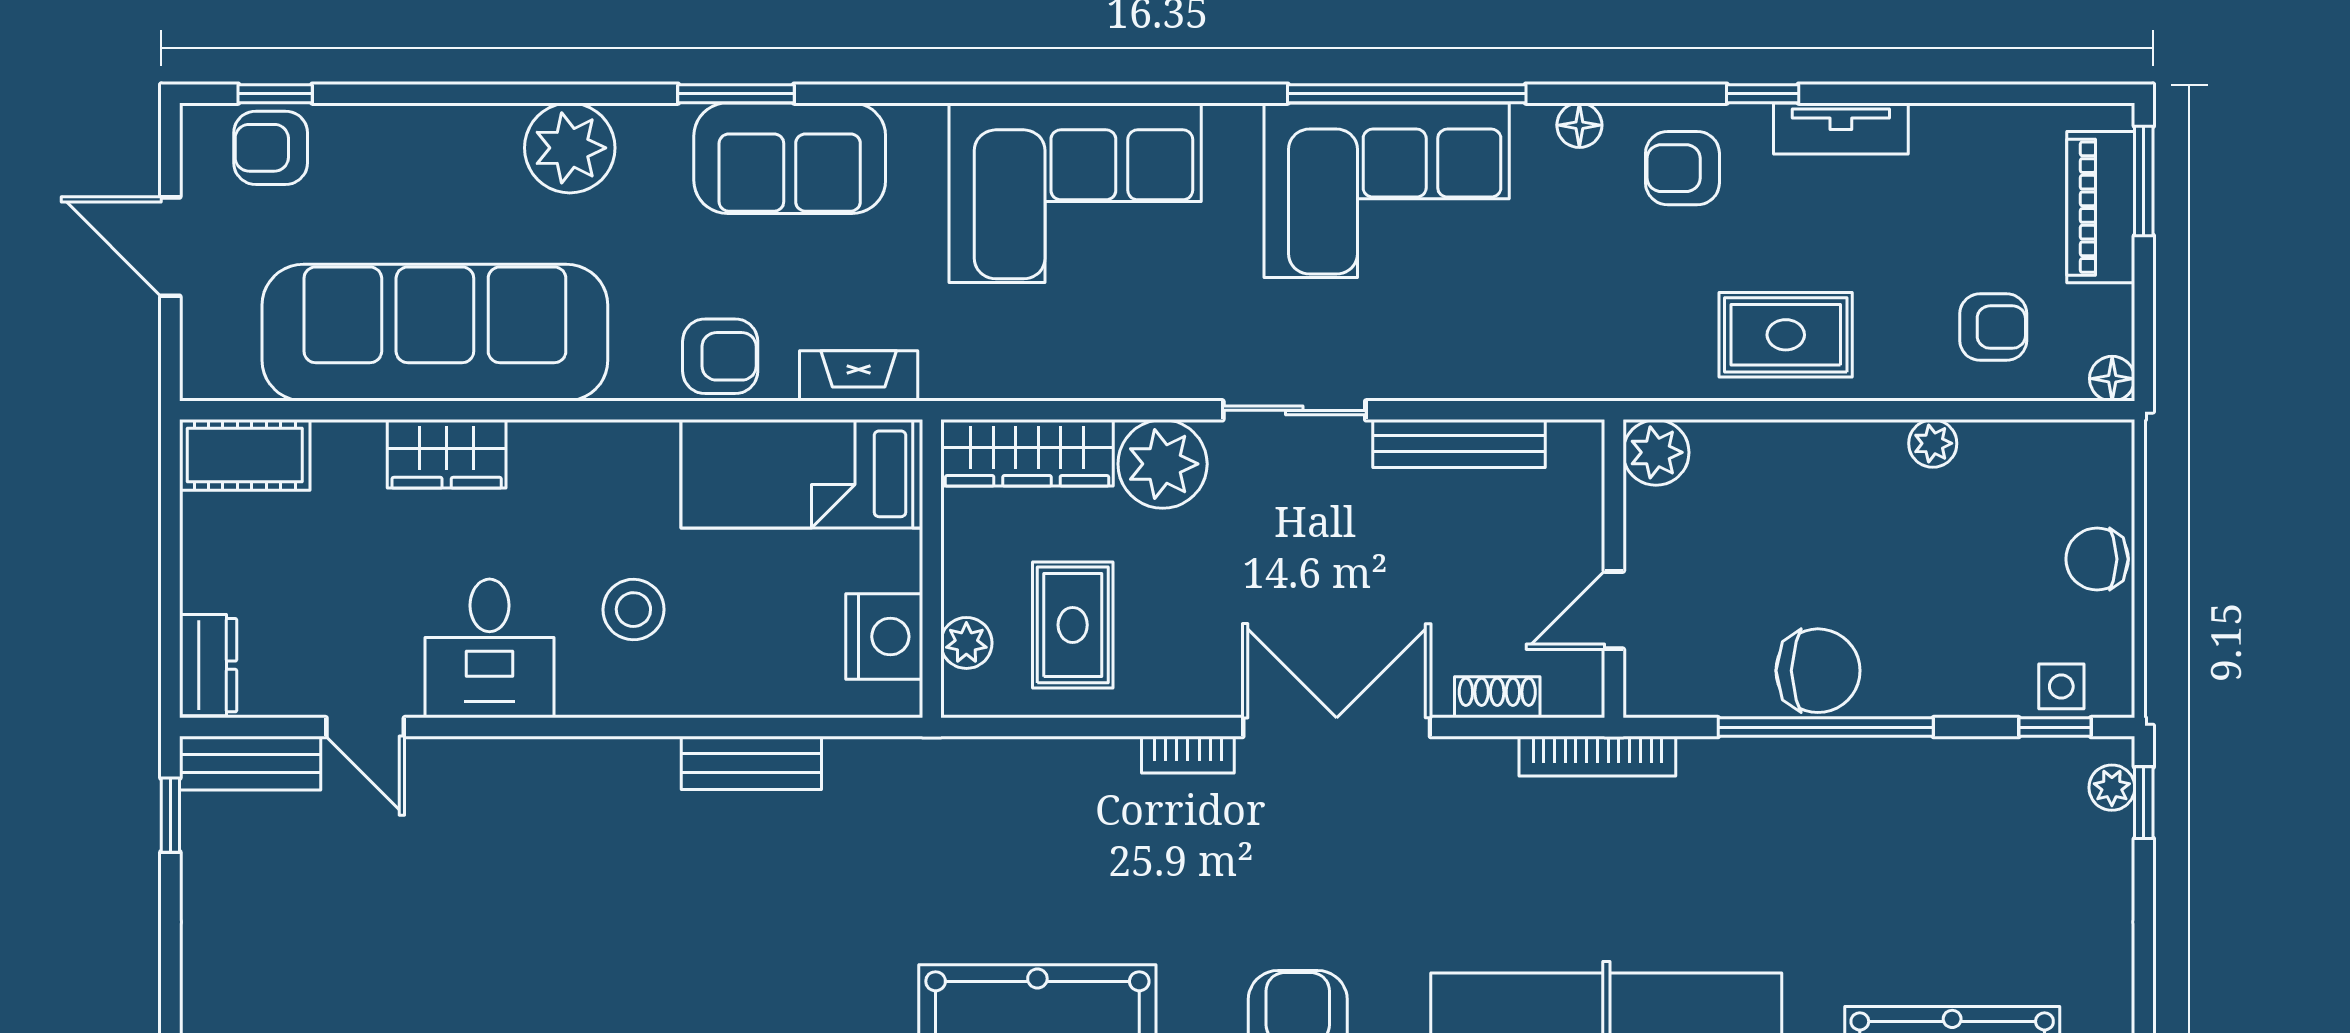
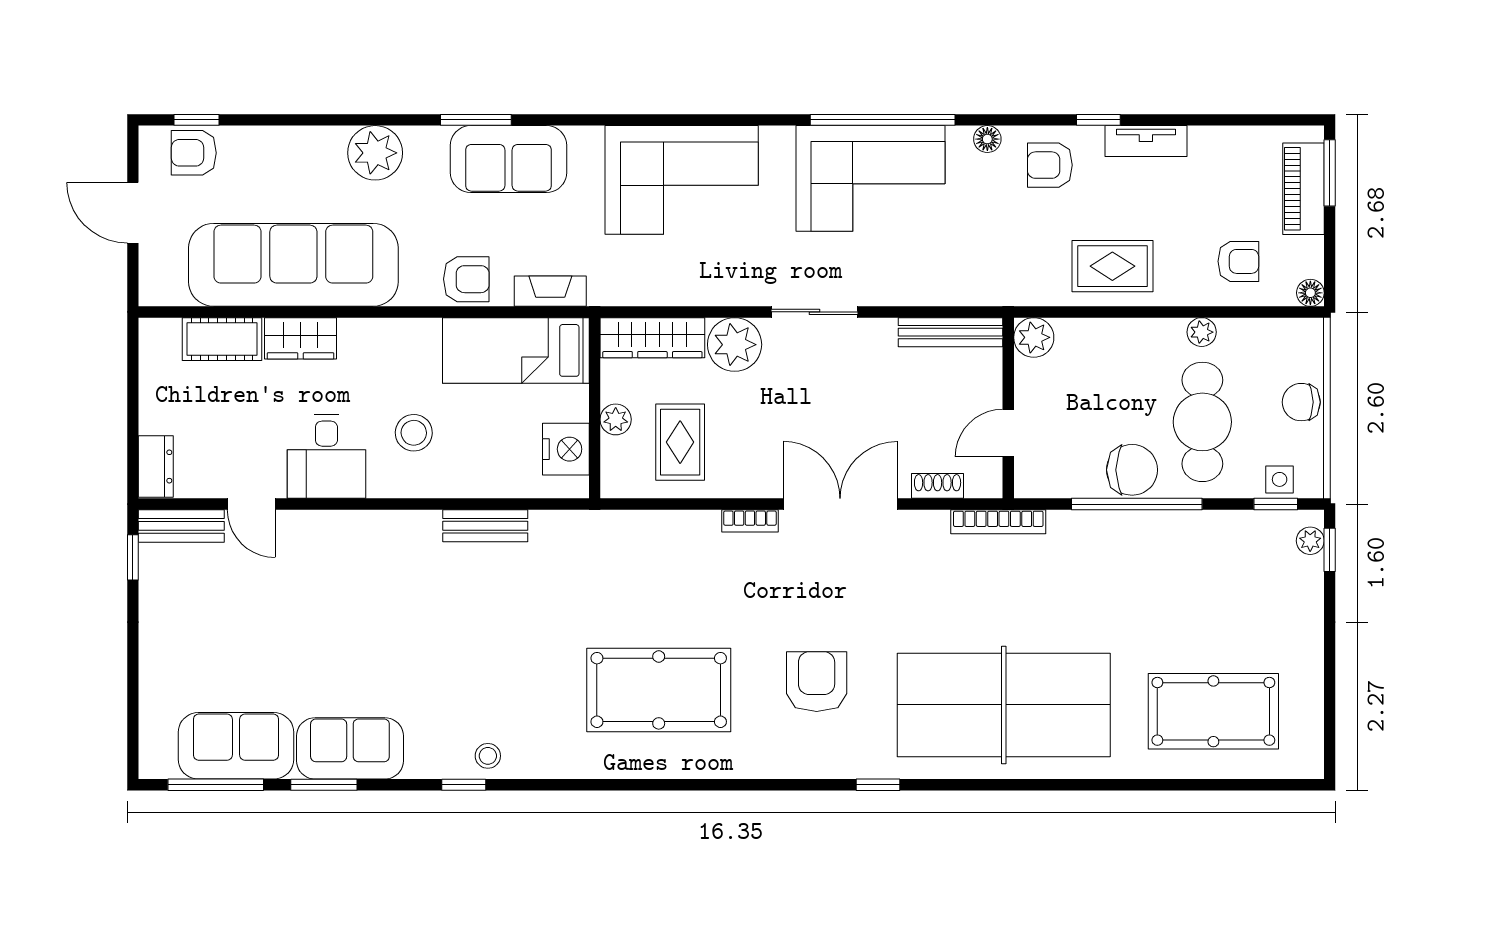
bench: (1459, 444) -> (951, 332), moved
cot: (245, 455) -> (222, 339), moved
cafe table: (1934, 592) -> (1202, 422), added
plant: (966, 643) -> (616, 419), moved

